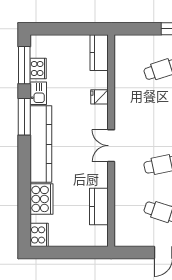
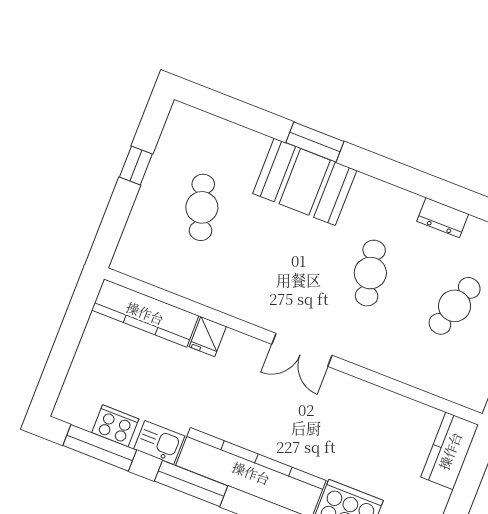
kitchen counter: (99, 53) -> (145, 313), width x1.50
kitchen counter: (99, 207) -> (450, 451), moved, turned 90

